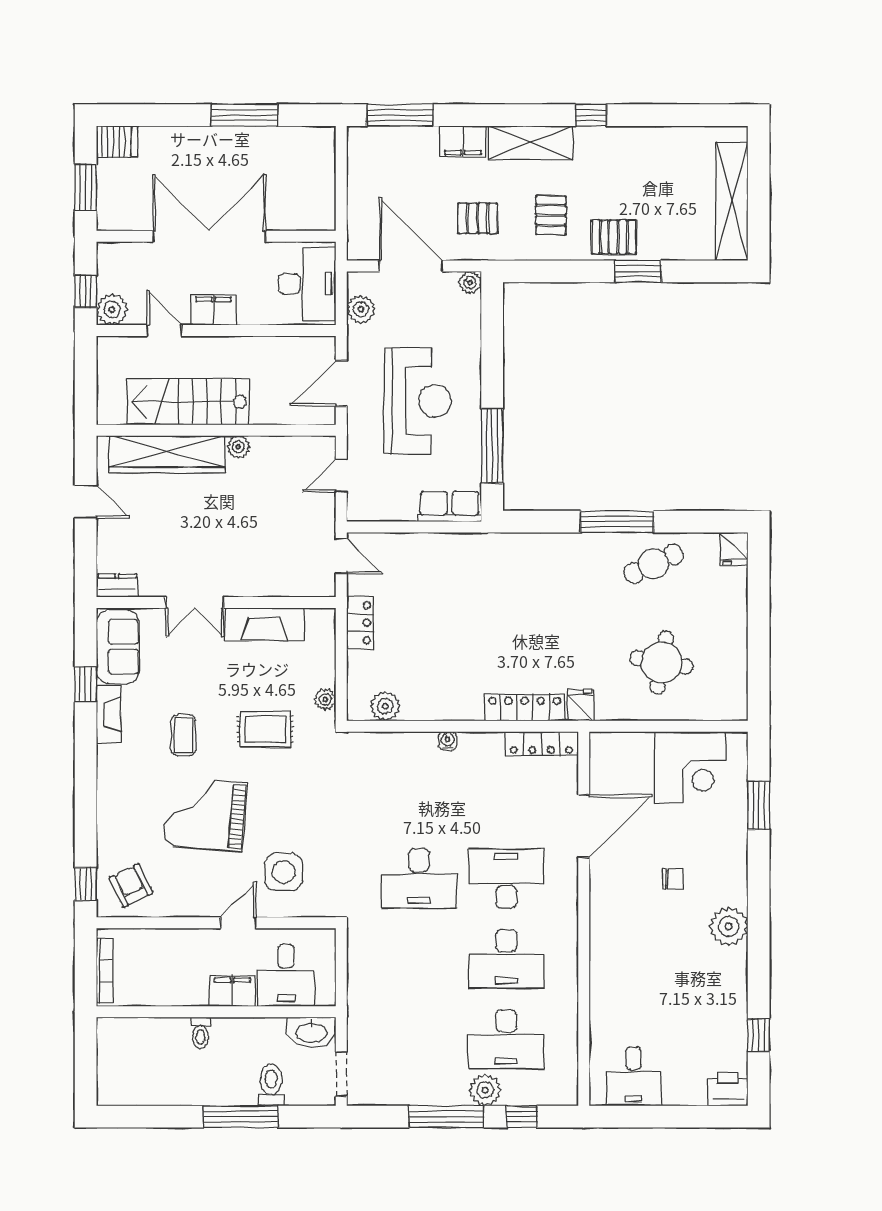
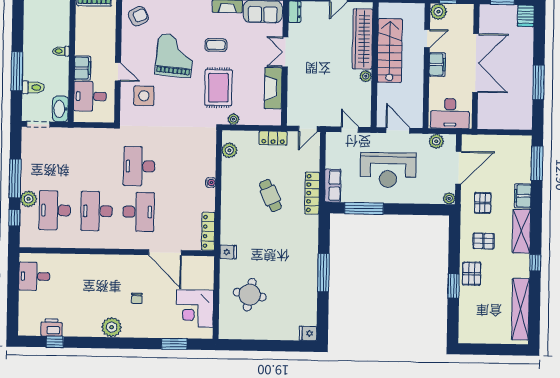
shelving: (732, 201) -> (520, 309), moved, turned 90
cafe table: (653, 564) -> (270, 195), moved
locker: (525, 708) -> (312, 193), moved, turned 180
rug: (265, 729) -> (218, 88), width x1.36, depth x1.43
printer: (728, 1089) -> (51, 327), moved, turned -90

